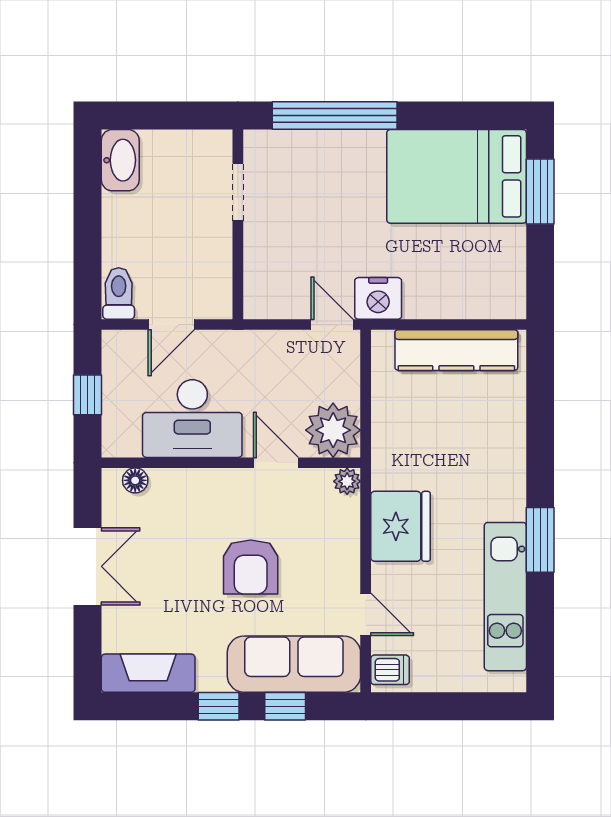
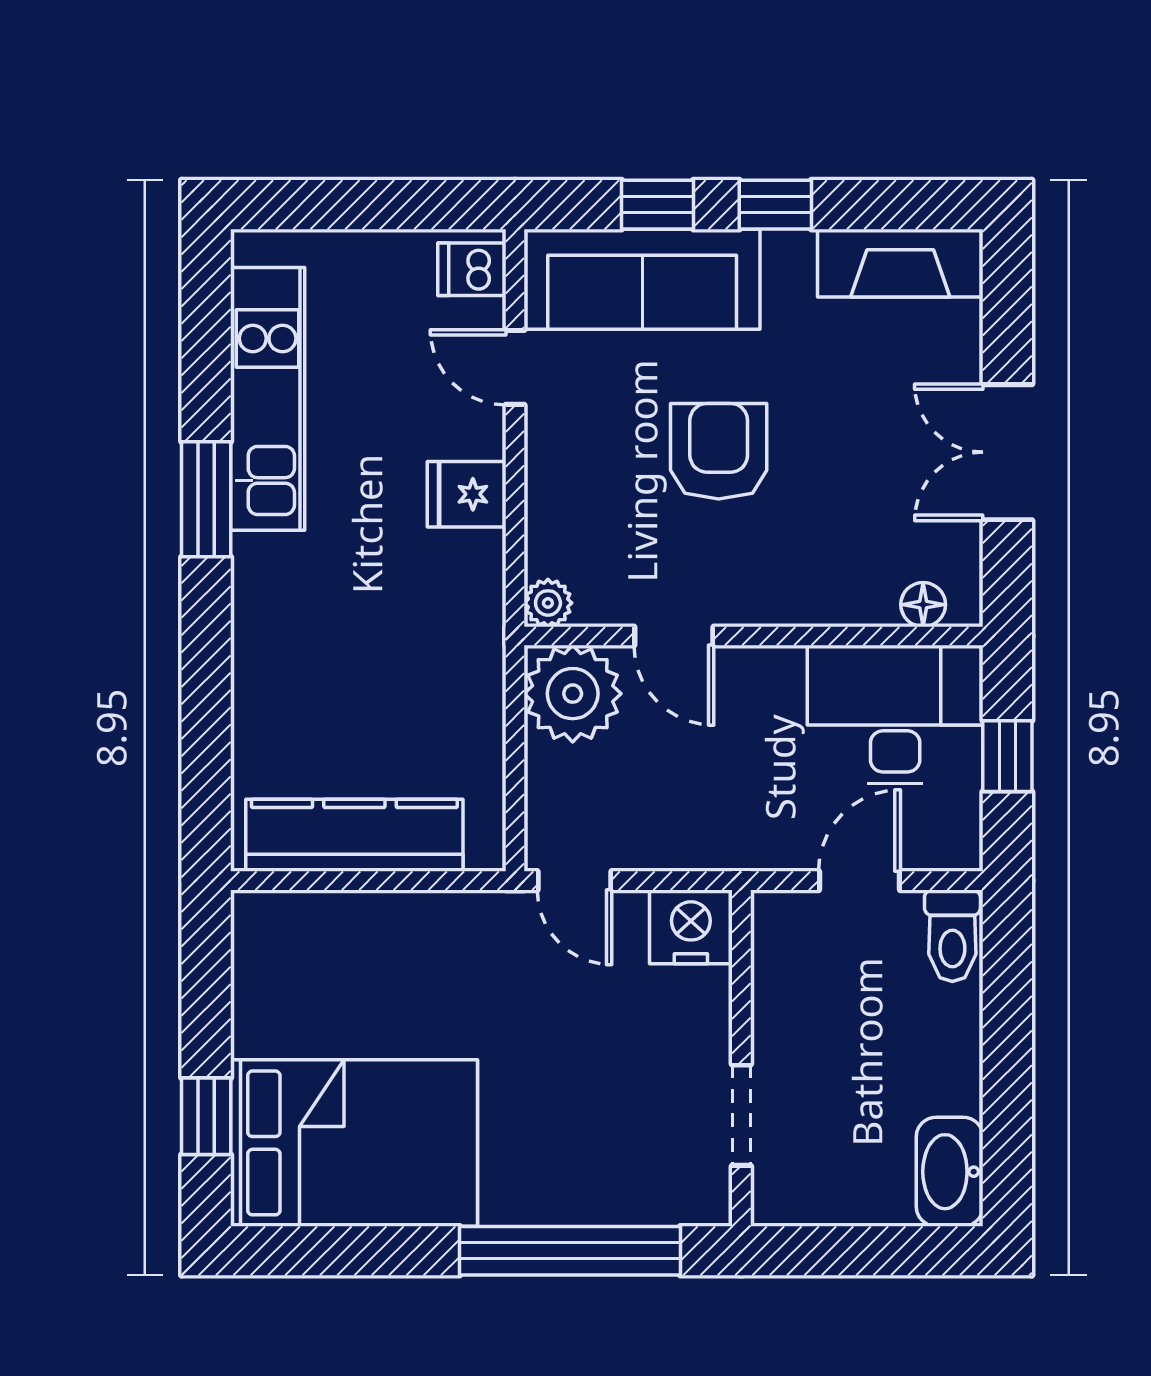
window: (540, 191) -> (206, 1116), width x0.67
nightstand: (378, 298) -> (691, 927), moved
desk: (192, 419) -> (895, 714), moved
fridge: (401, 526) -> (467, 494), width x0.53, depth x0.75

